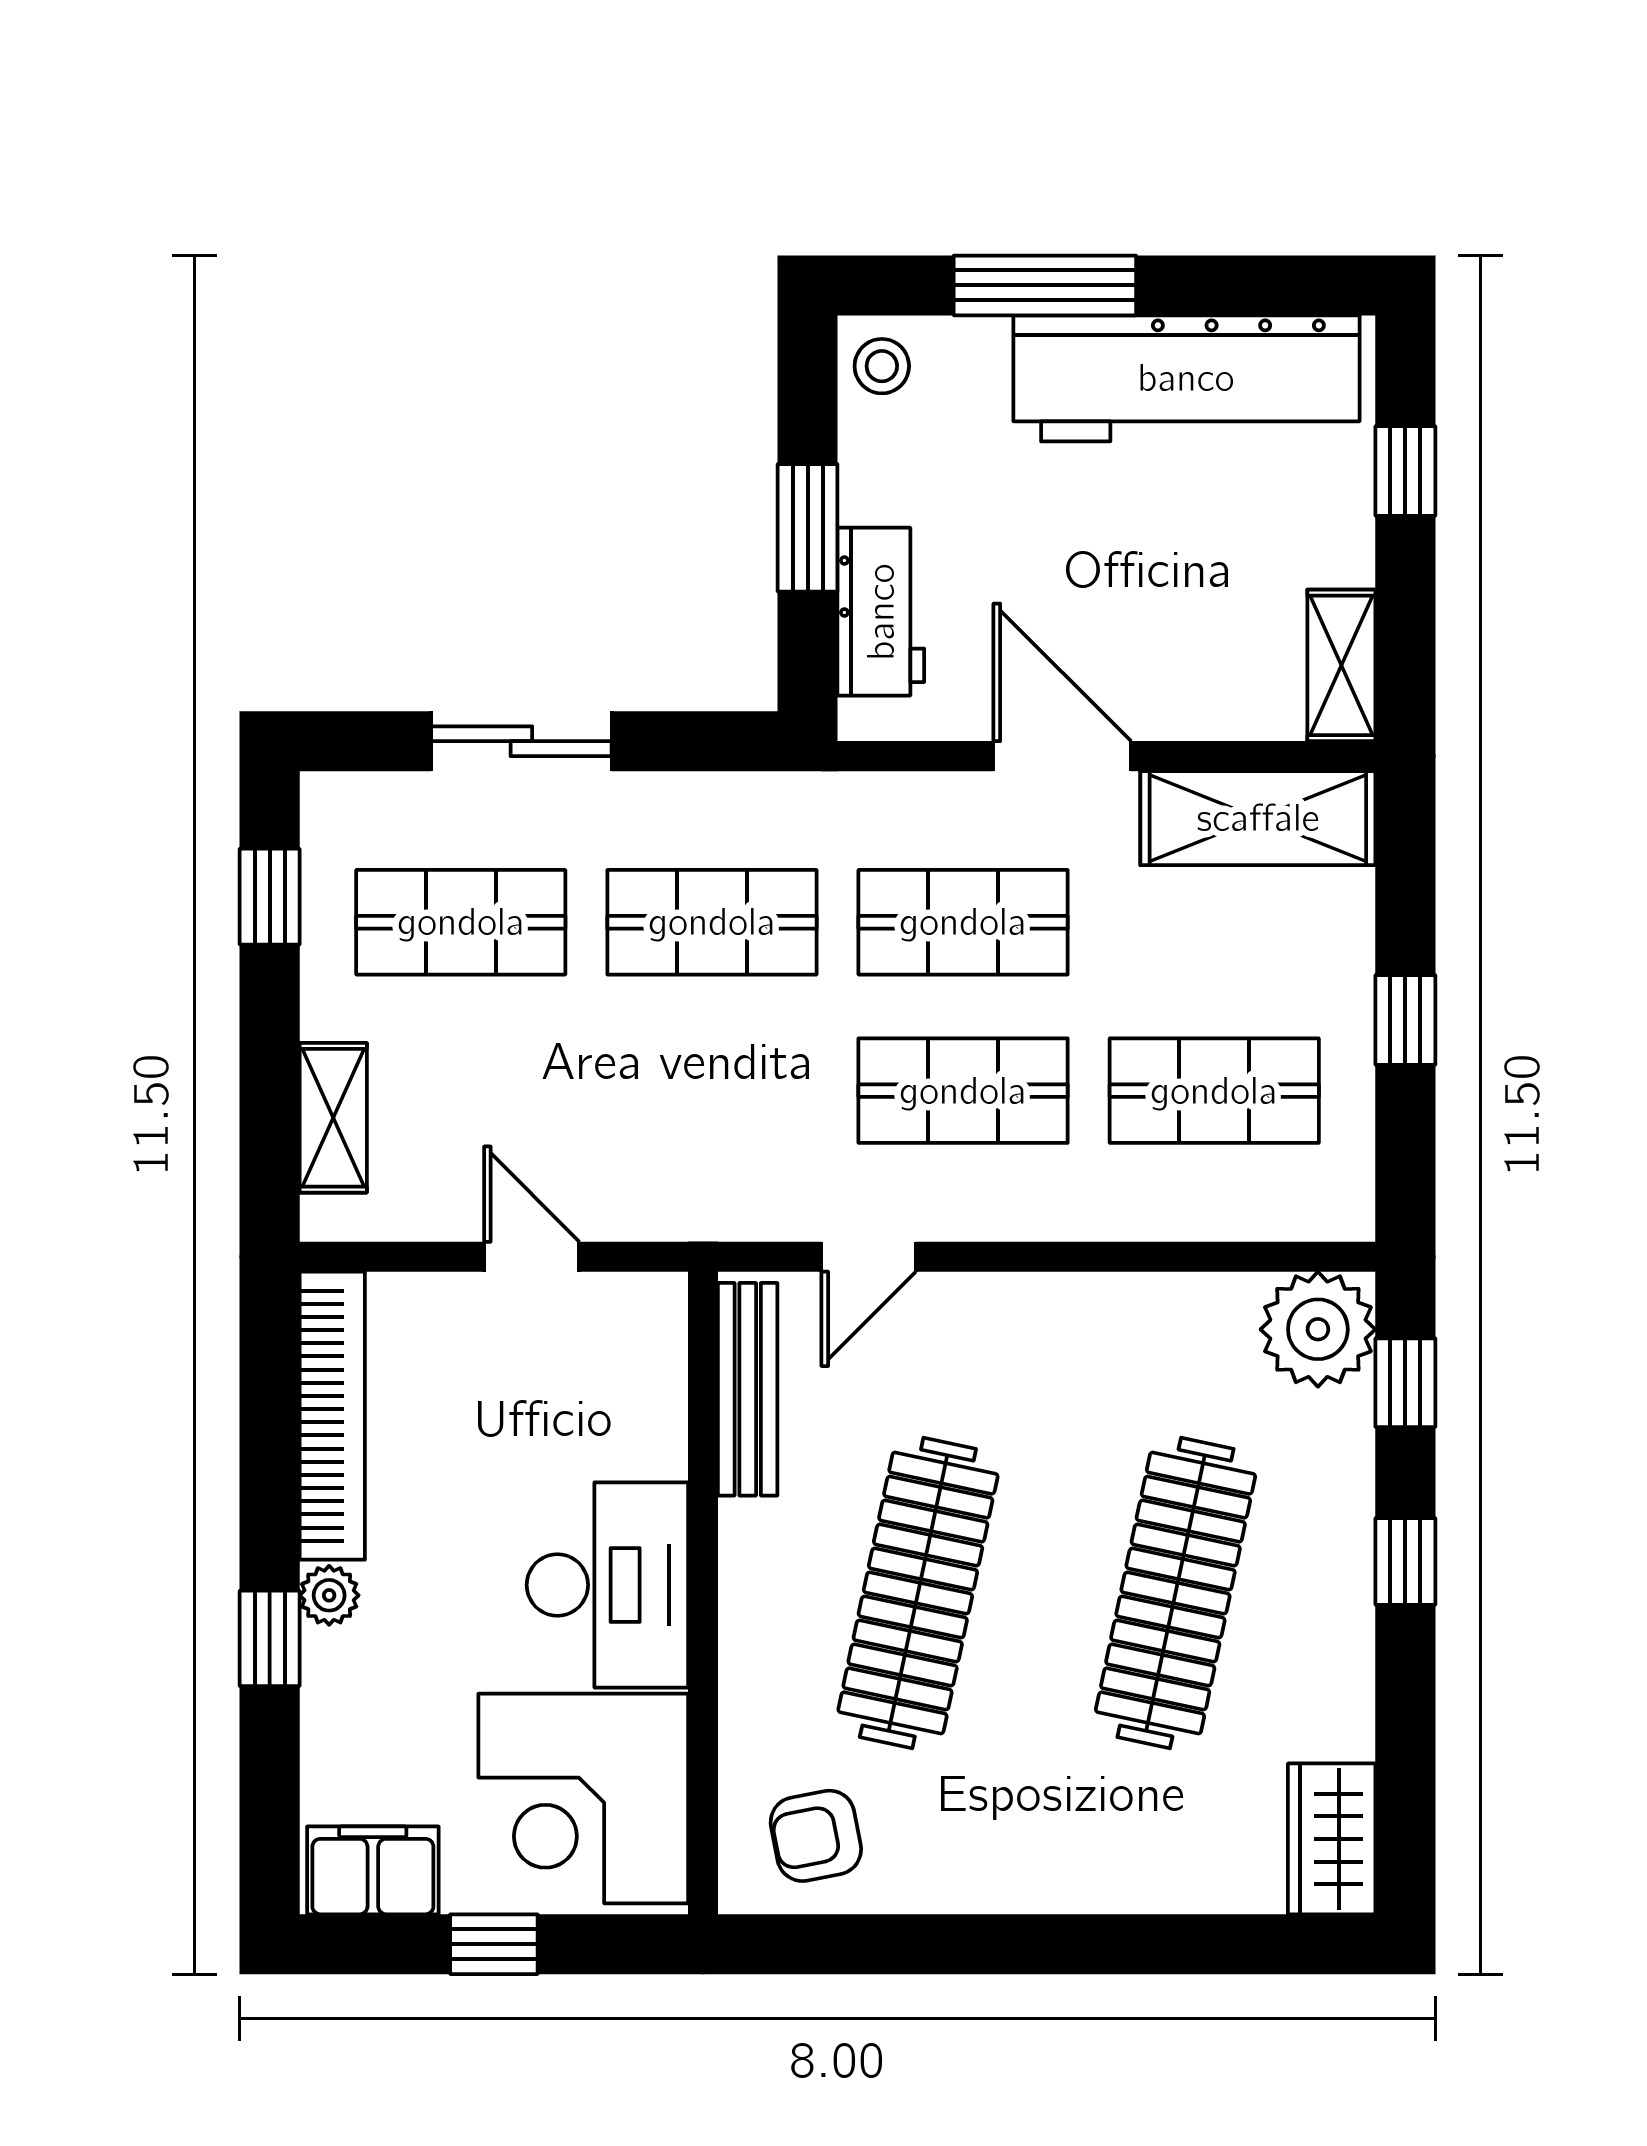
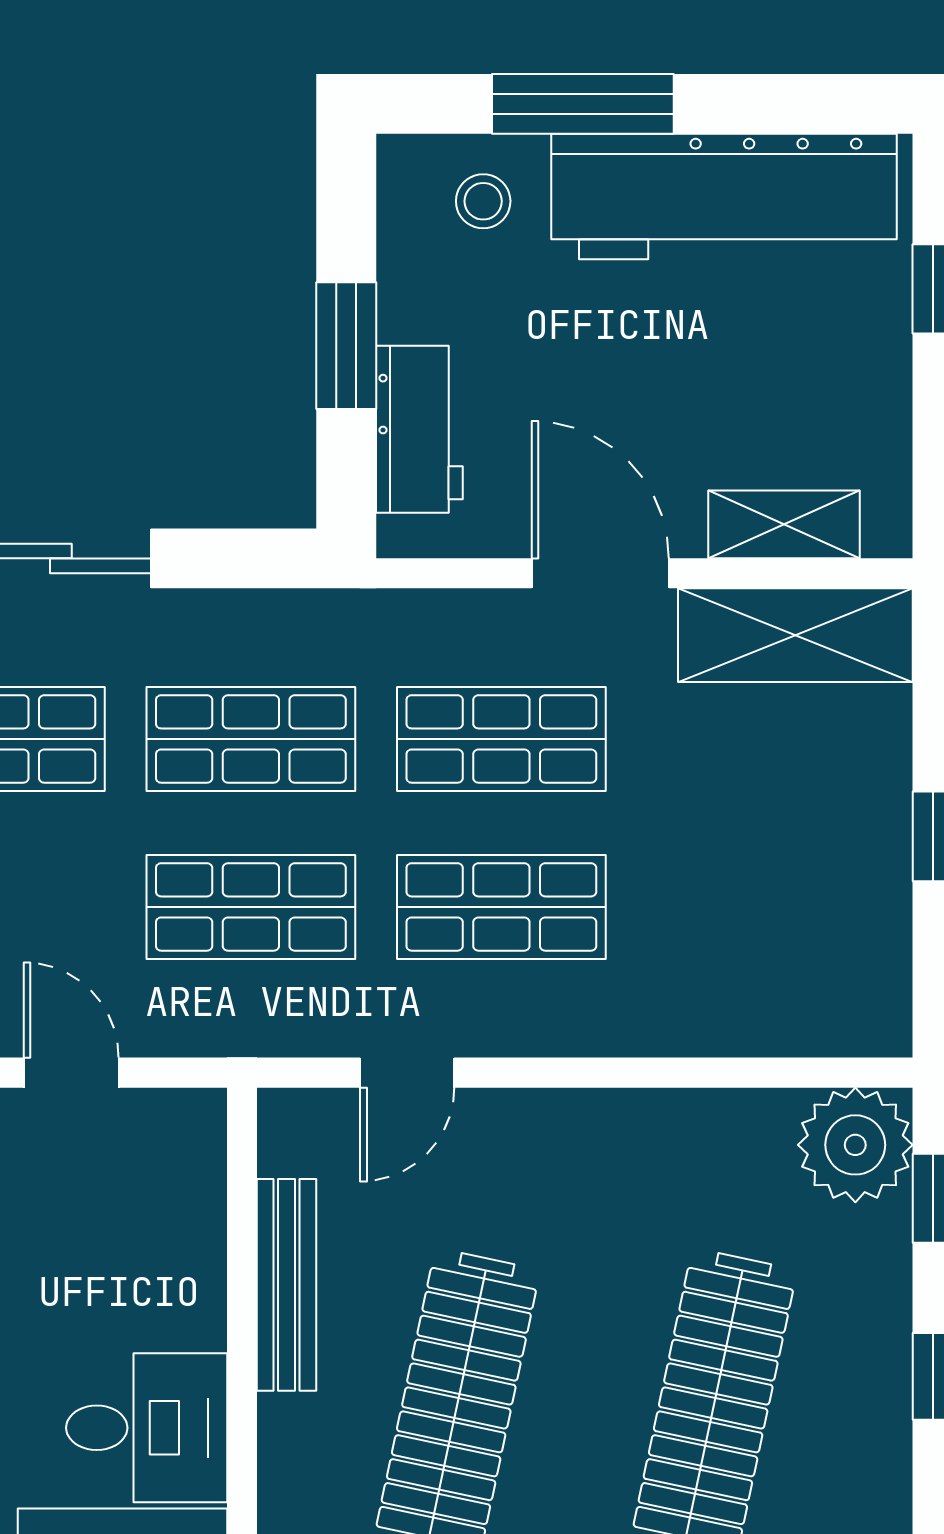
stool: (882, 366) -> (483, 201), moved
shelving: (1341, 665) -> (784, 524), moved, turned 90
shop shelf: (1214, 1091) -> (251, 907), moved
bench: (748, 1389) -> (287, 1285), moved
desk: (607, 1585) -> (147, 1428), width x0.73

